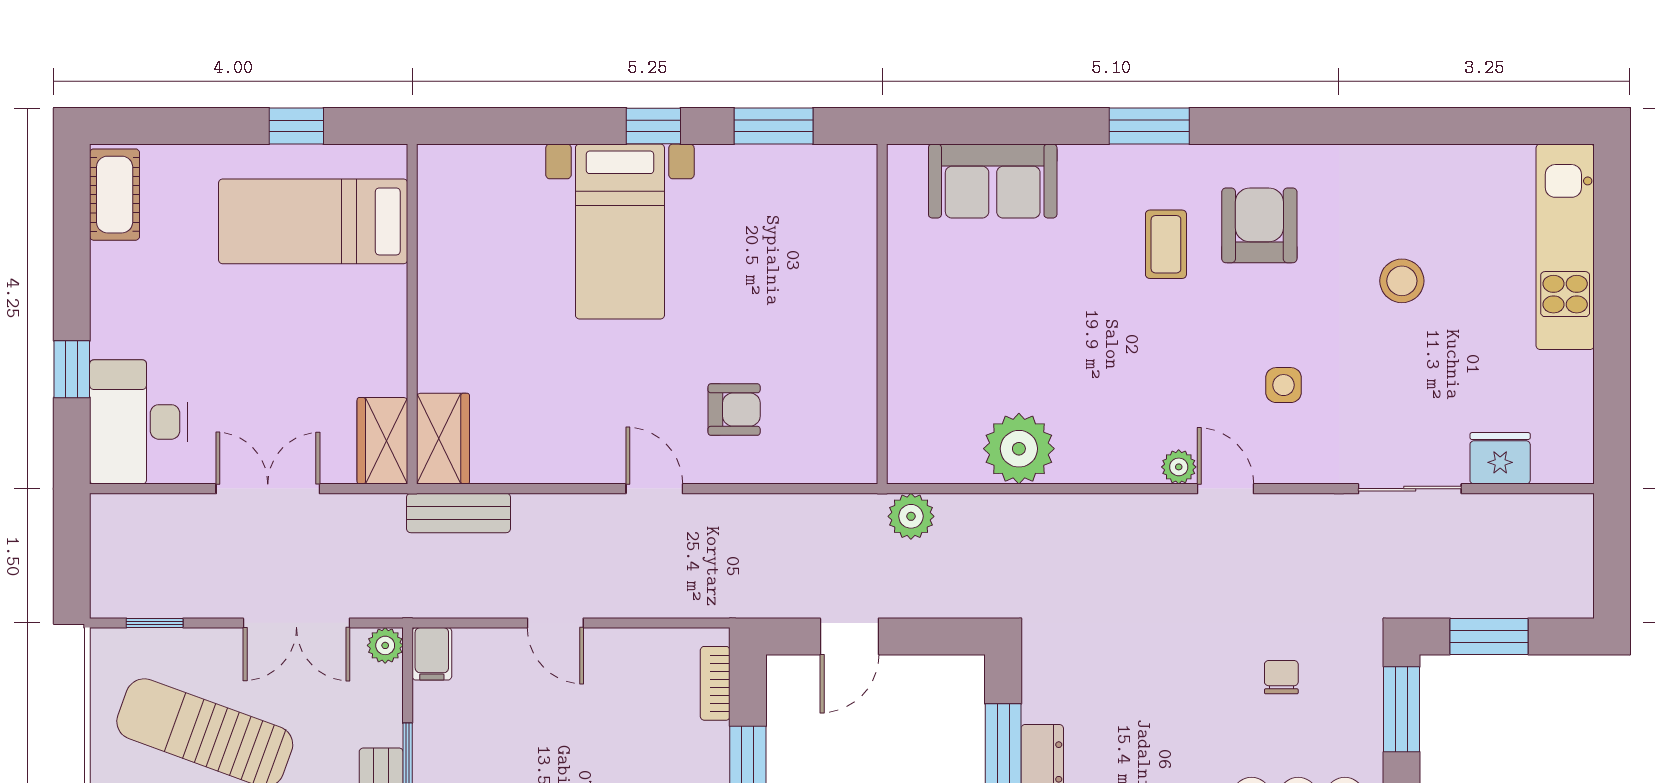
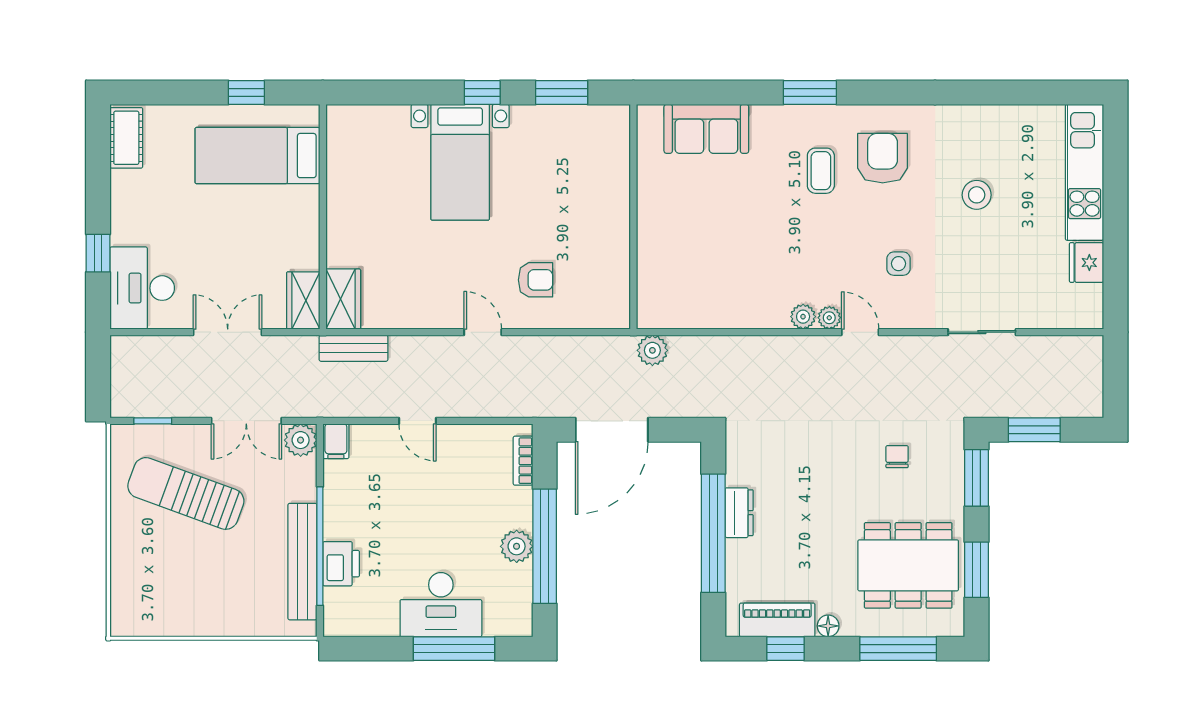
plant: (1019, 449) -> (803, 317), moved, width x0.53, depth x0.53
fridge: (1500, 458) -> (1087, 263), moved, turned -90
door: (849, 636) -> (612, 430), width x1.87
plant: (385, 645) -> (301, 440), width x1.38, depth x1.38

